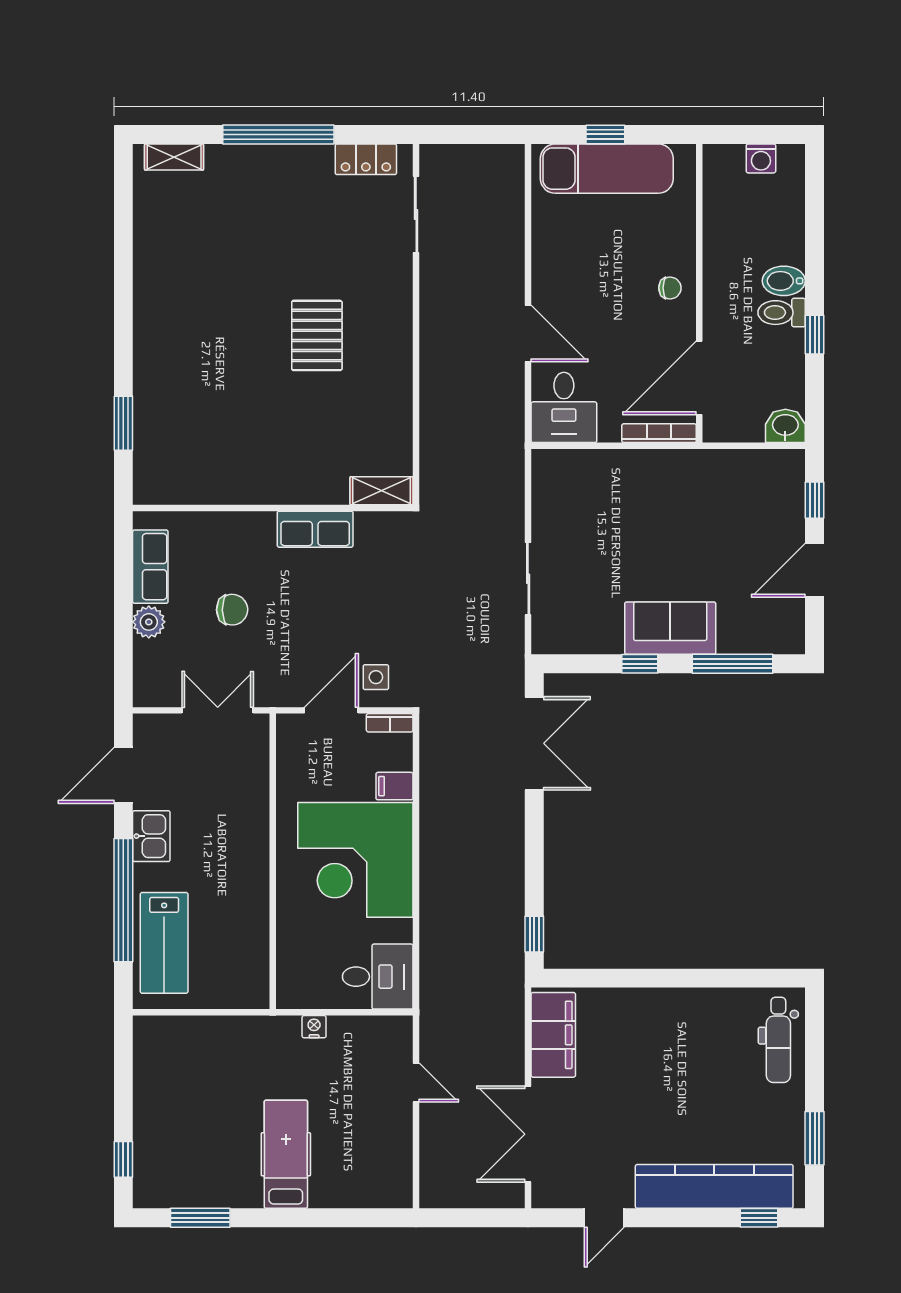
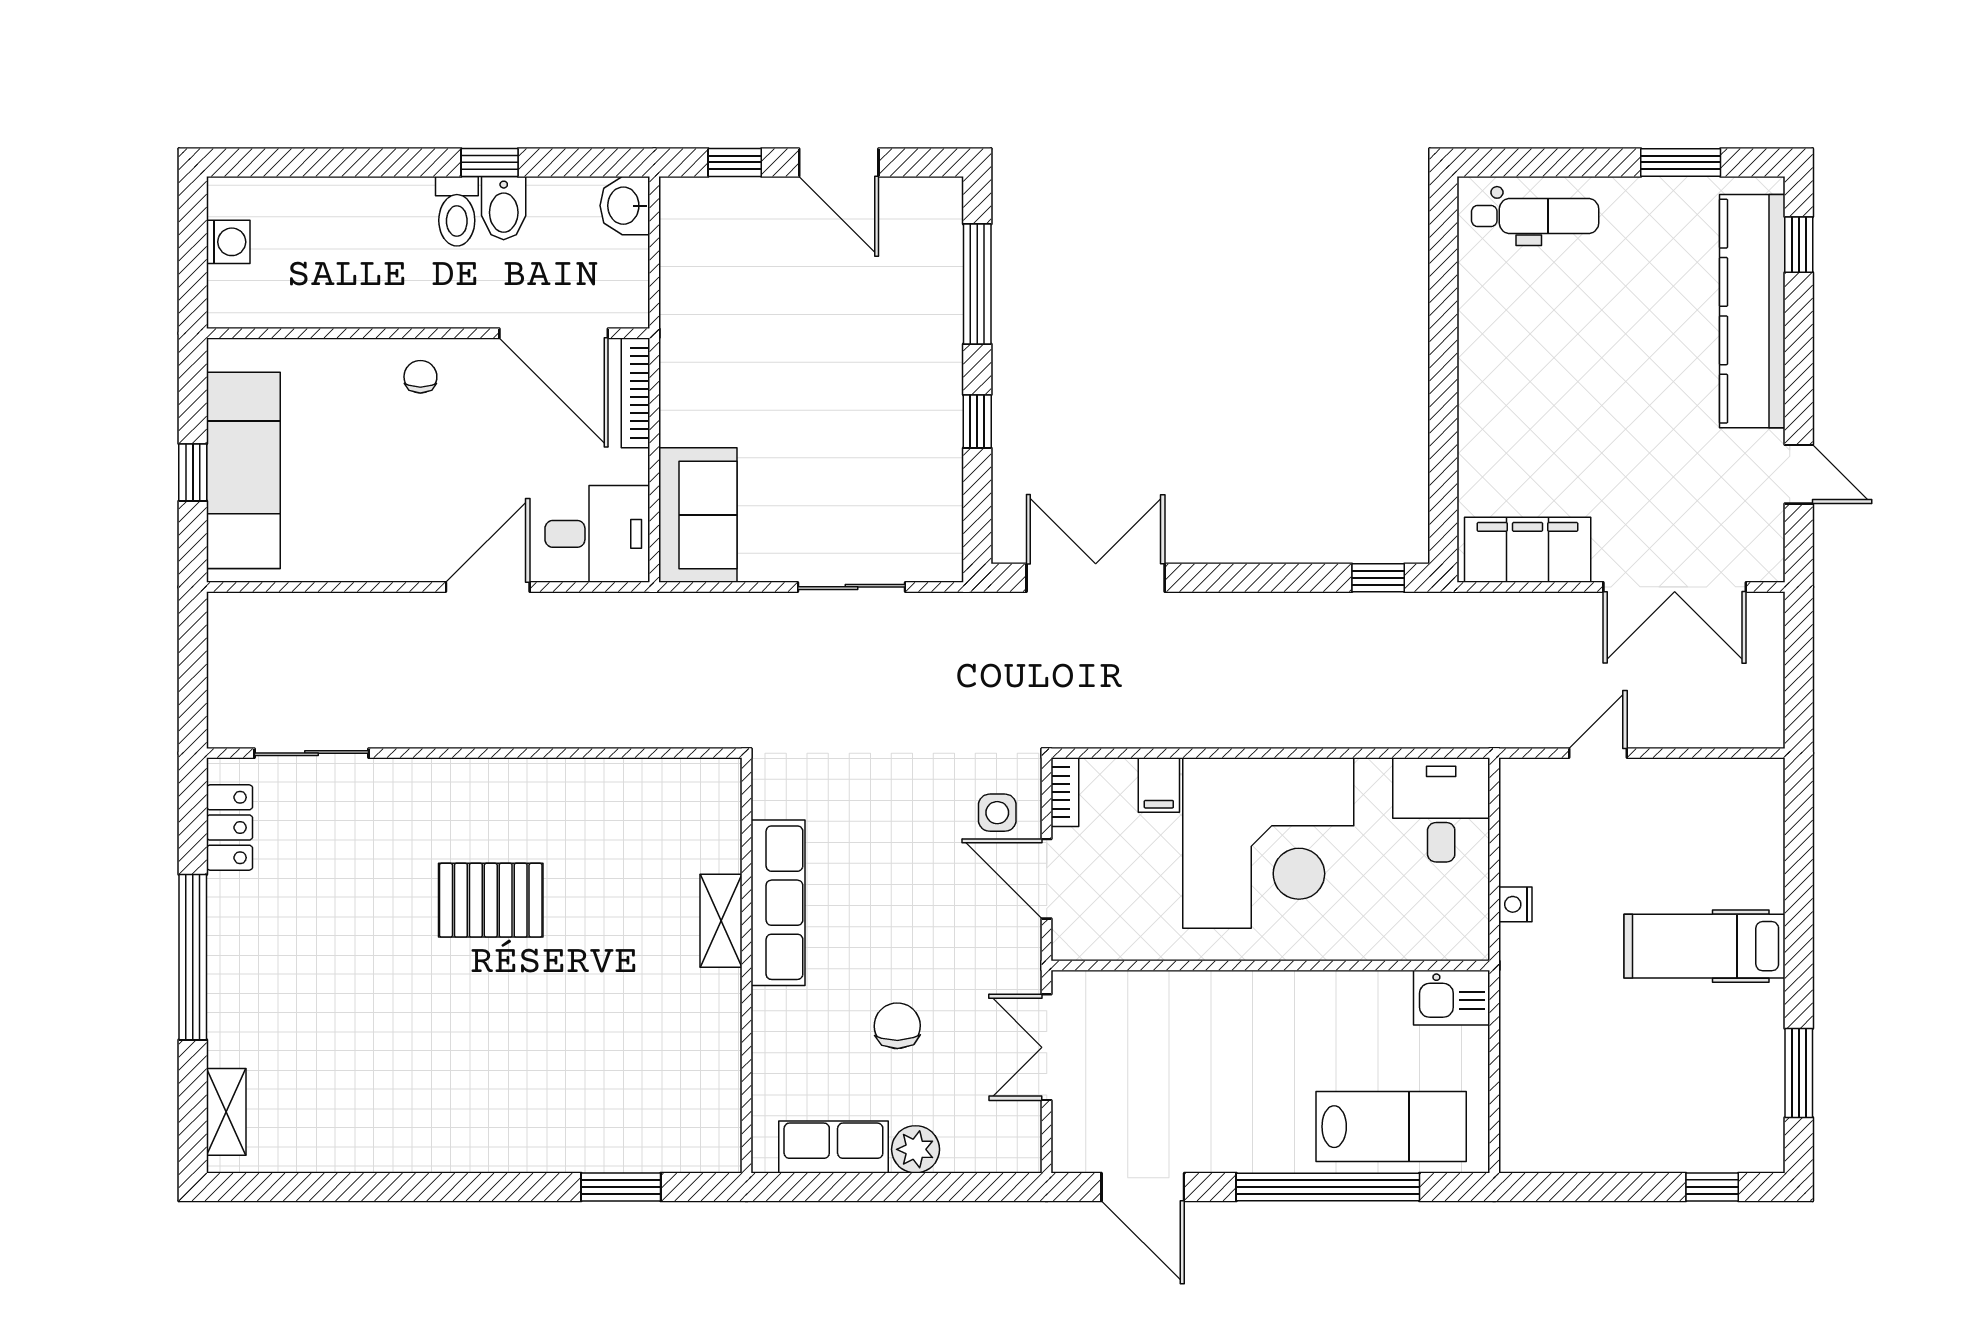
bidet: (784, 281) -> (504, 208), moved
shelving: (381, 491) -> (721, 921), moved
row of seats: (315, 529) -> (778, 903), width x1.48
sofa: (670, 628) -> (698, 515), moved, turned 180
kitchen sink: (151, 836) -> (1452, 998), moved, turned 180

